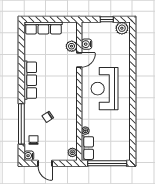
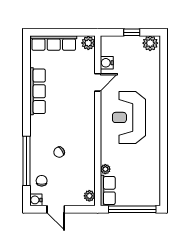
plant: (72, 46) -> (88, 43), moved
row of seats: (30, 80) -> (38, 91), moved

